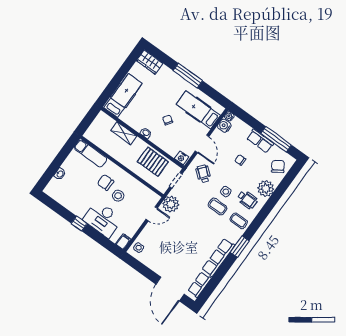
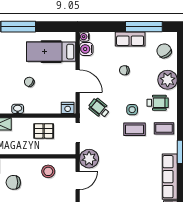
pallet: (153, 162) -> (44, 131), width x0.67, depth x0.71
stool: (118, 196) -> (48, 171), moved

